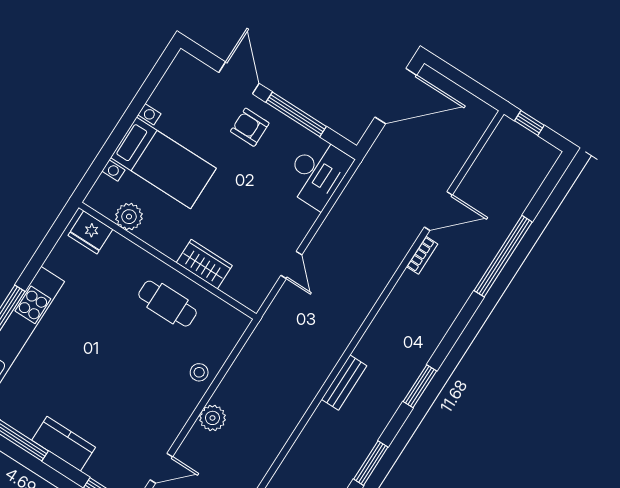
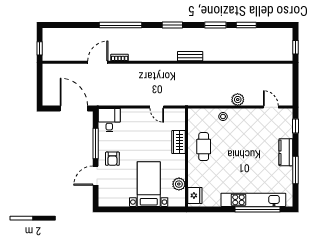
door: (396, 96) -> (74, 109), moved
desk: (317, 173) -> (109, 120), width x0.73
door: (438, 211) -> (98, 62), hinge flipped
window: (503, 256) -> (120, 25), moved
door: (291, 265) -> (157, 107), swing flipped

